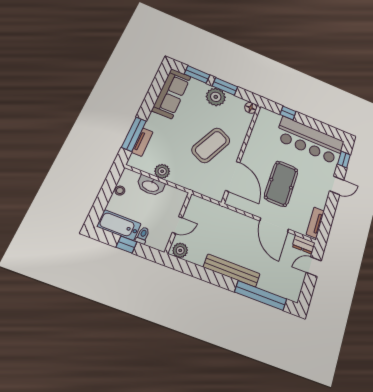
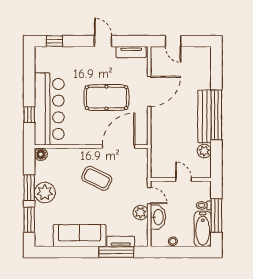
sofa: (171, 93) -> (80, 236), moved
bar counter: (310, 140) -> (49, 109), moved
coffee table: (211, 145) -> (97, 178), width x0.73, depth x0.76
door: (337, 185) -> (103, 41), moved
door: (175, 186) -> (149, 196), added
window: (126, 245) -> (216, 216), width x2.17
dresser: (304, 245) -> (157, 57), removed
plant: (180, 250) -> (204, 151), moved
window: (261, 296) -> (216, 115), moved

